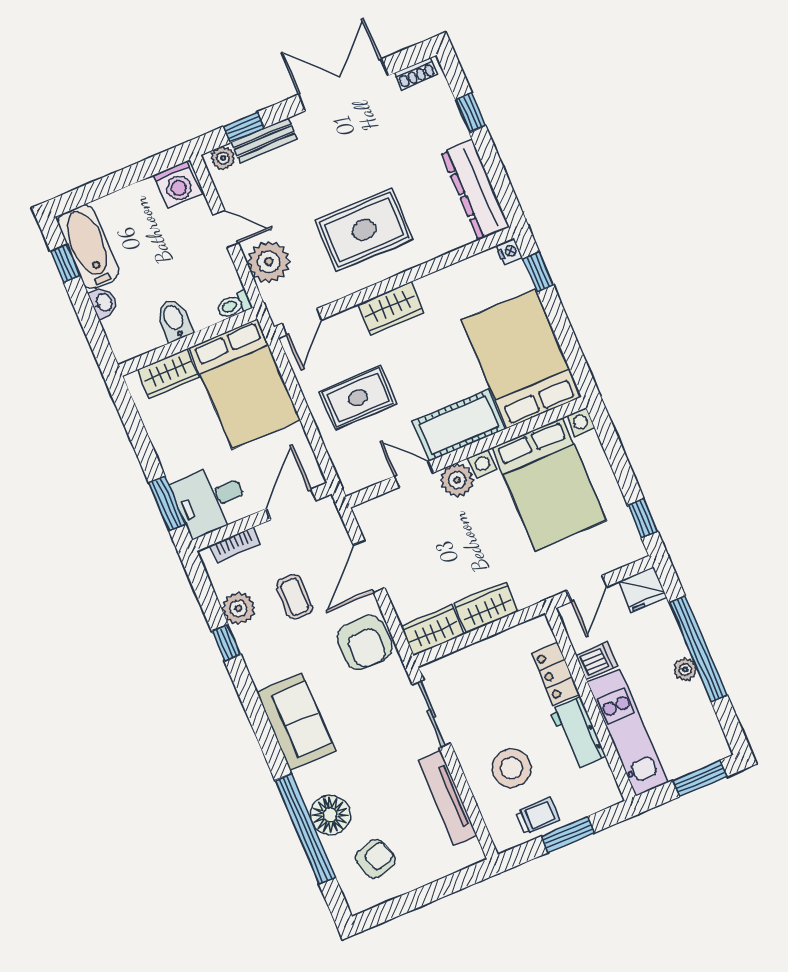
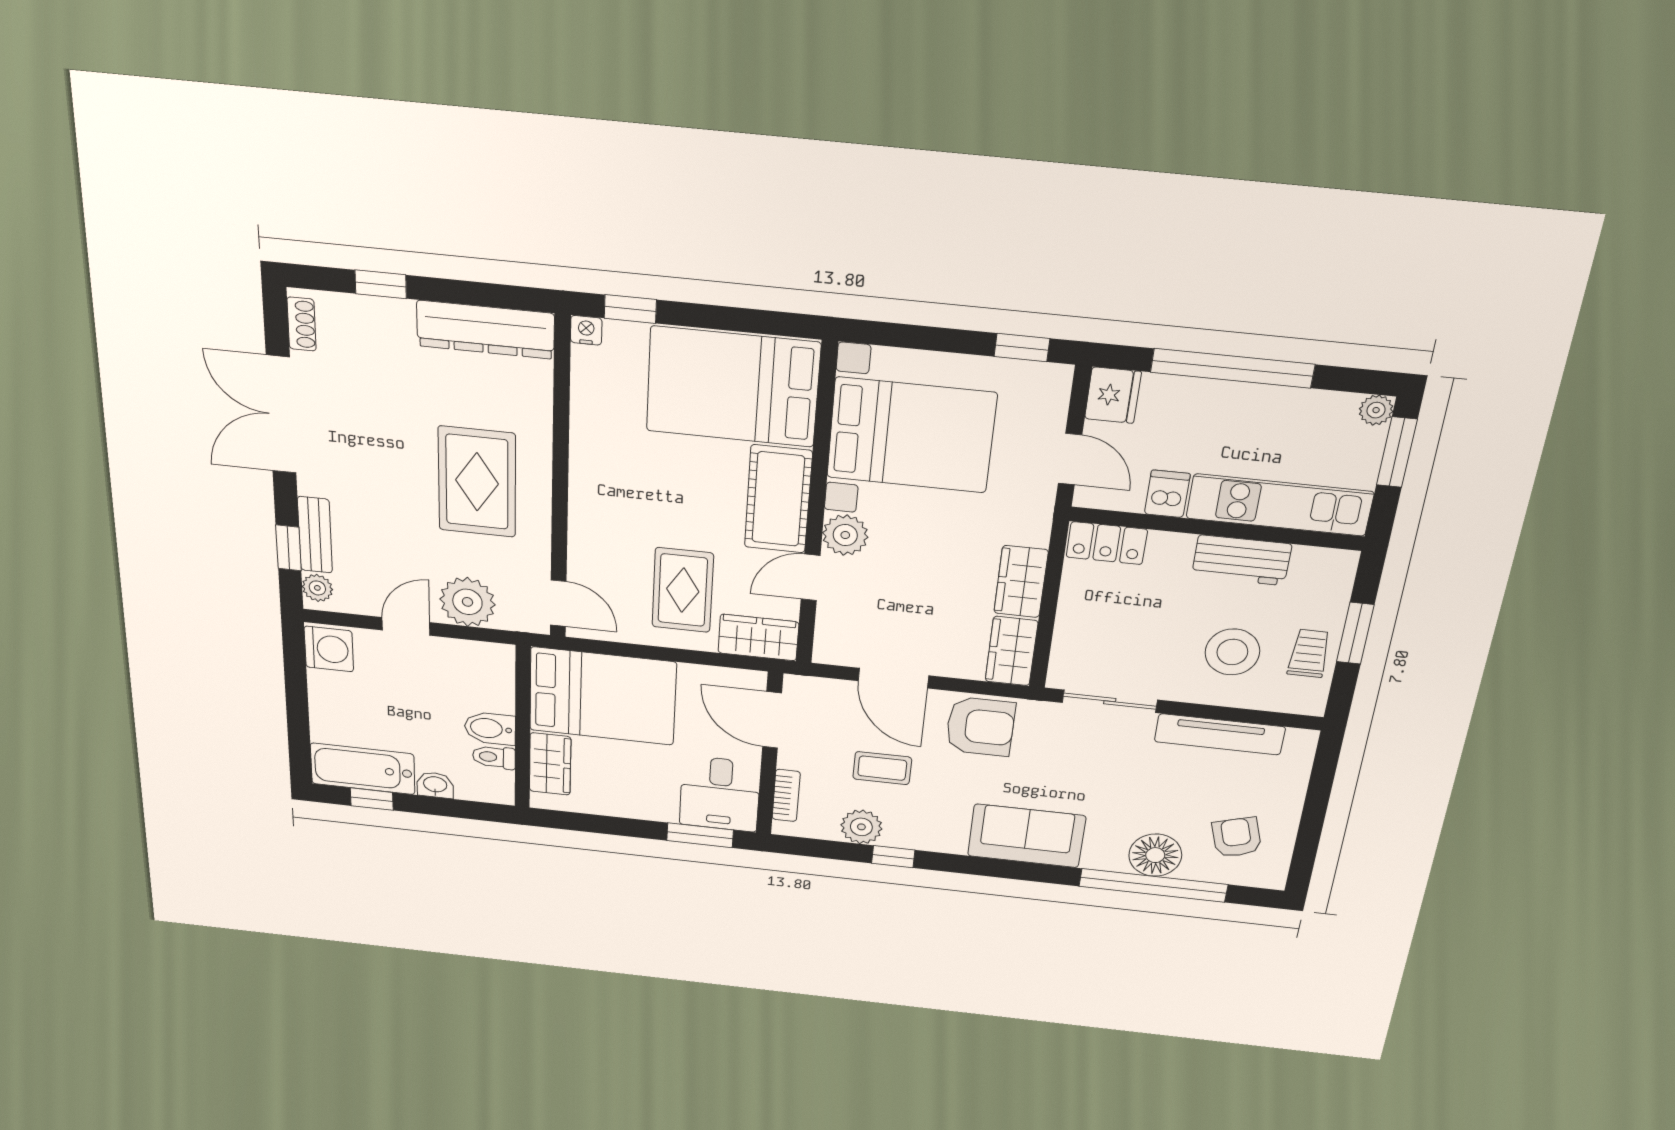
toilet: (234, 305) -> (494, 757), moved, turned 90
wardrobe: (391, 308) -> (758, 637), moved, turned -90
plant: (685, 669) -> (1376, 410), moved
locker: (555, 674) -> (1107, 543), moved

